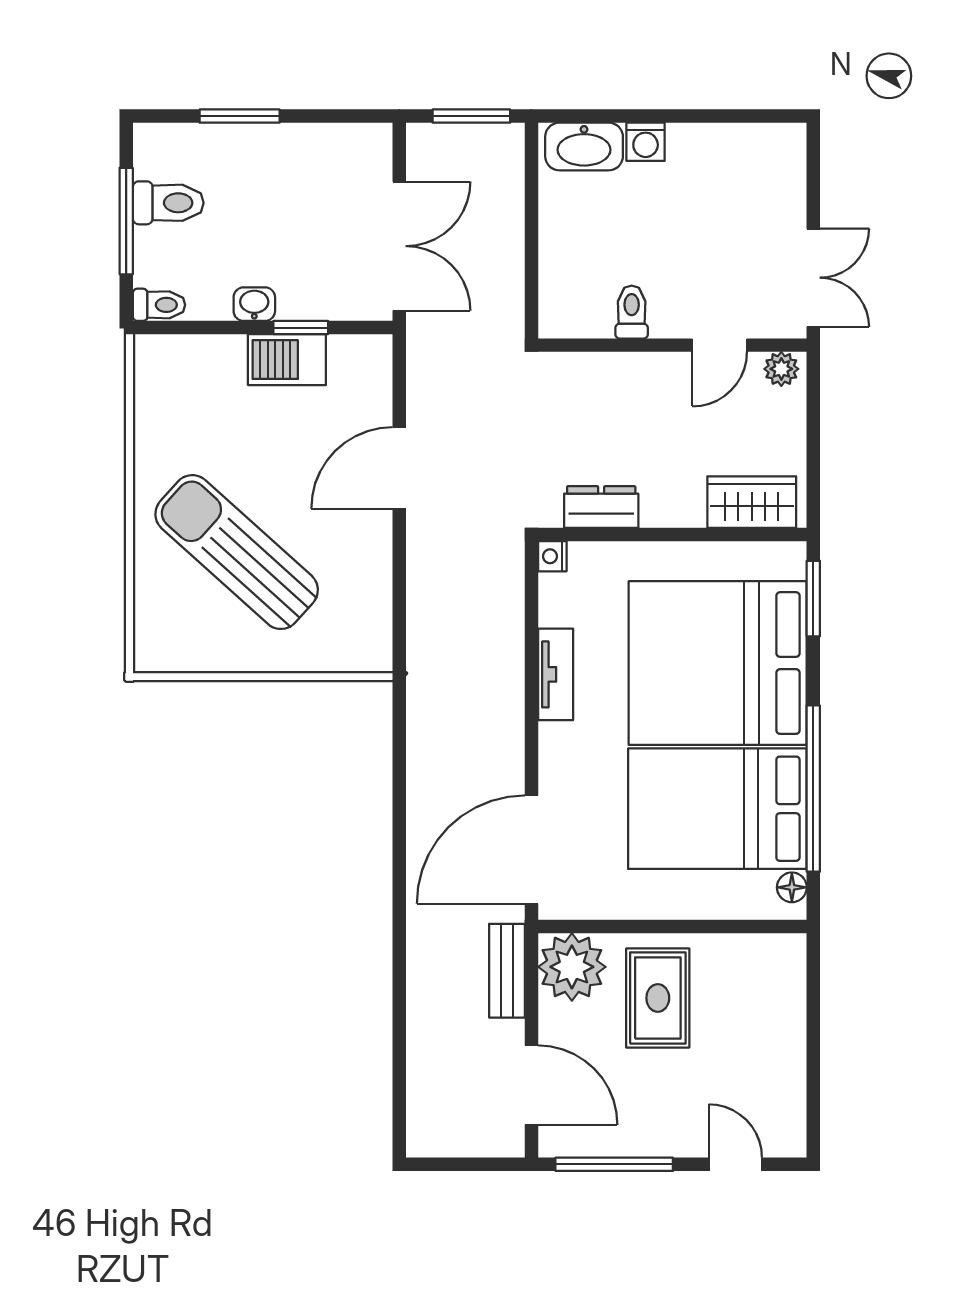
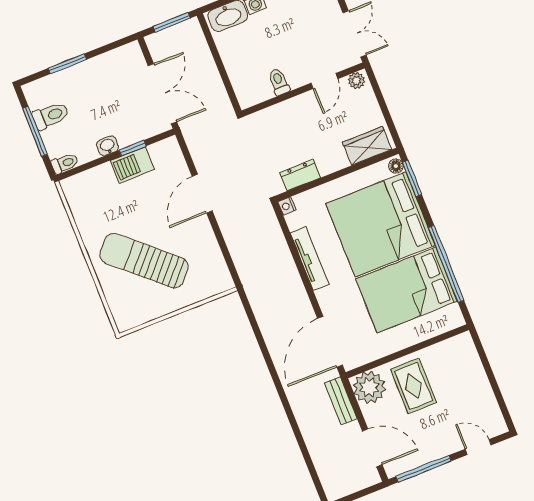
tv unit: (556, 674) -> (310, 259), width x1.41
floor lamp: (792, 887) -> (396, 166), moved

